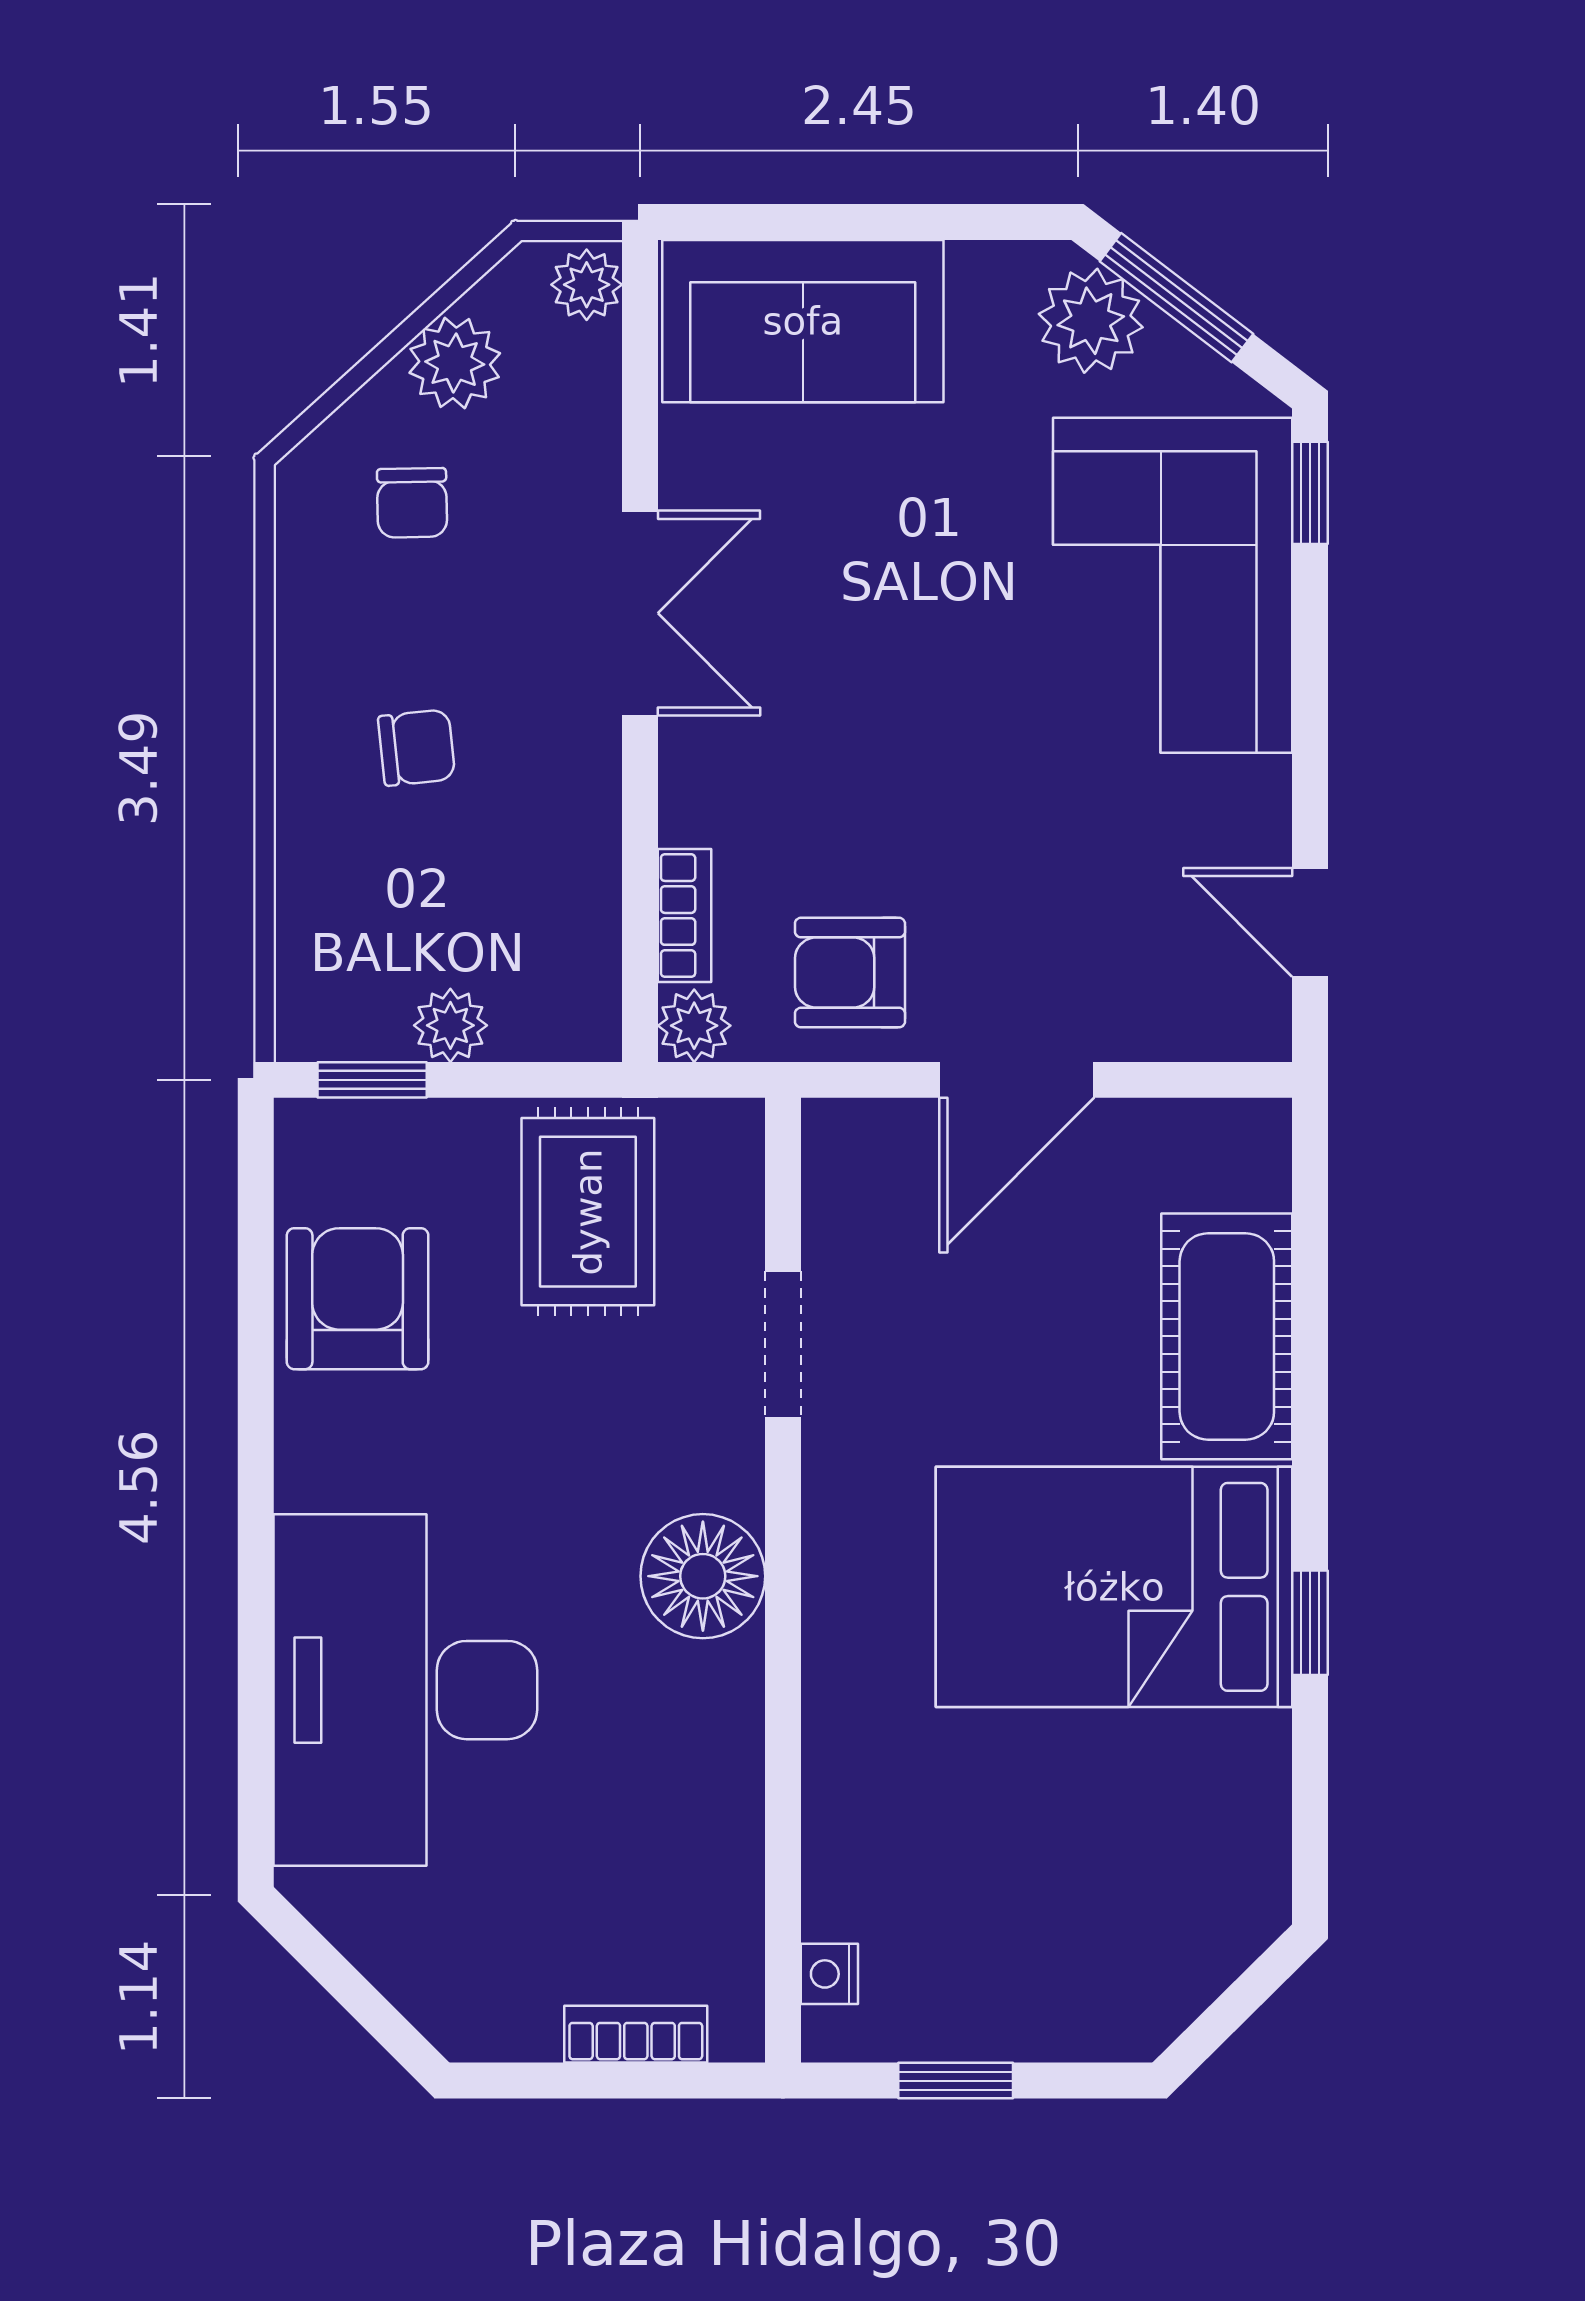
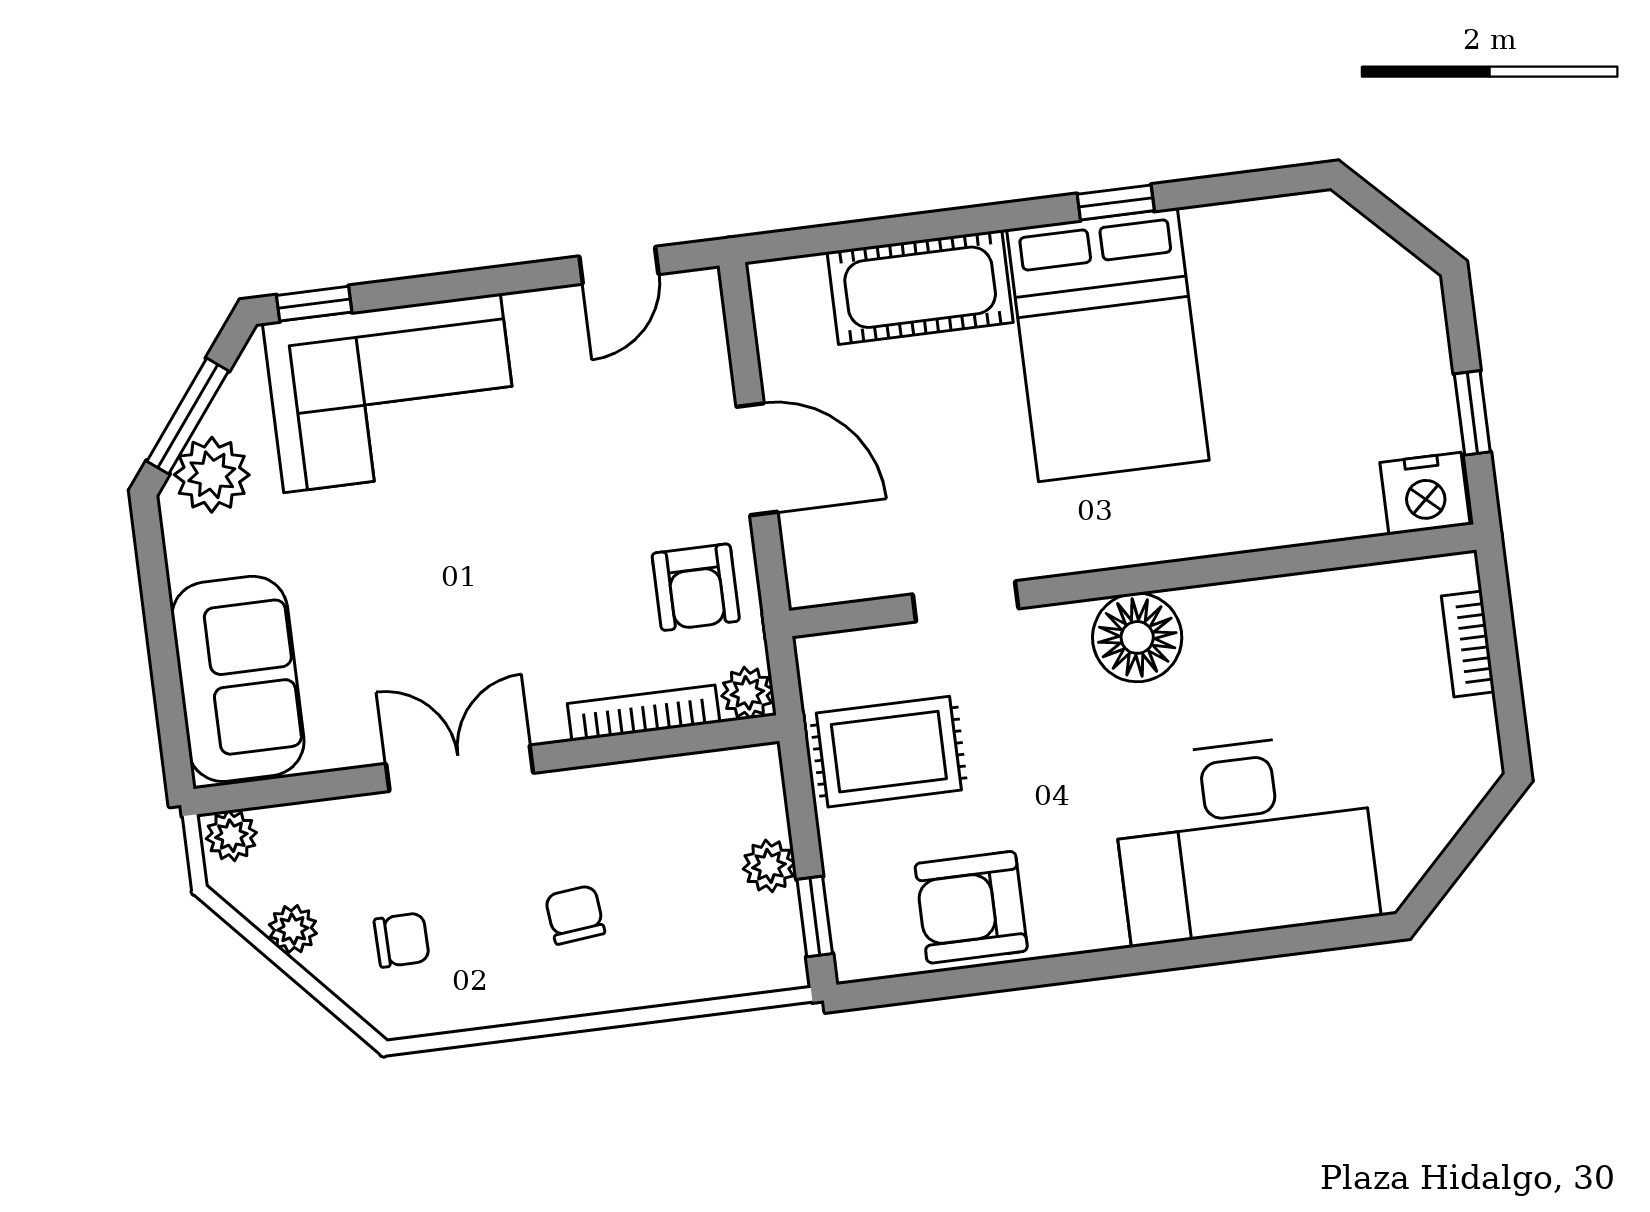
plant: (455, 363) -> (293, 929), width x0.73, depth x0.73
bookcase: (684, 916) -> (644, 713), width x1.56
nightstand: (829, 1974) -> (1425, 494), width x1.89, depth x1.79

